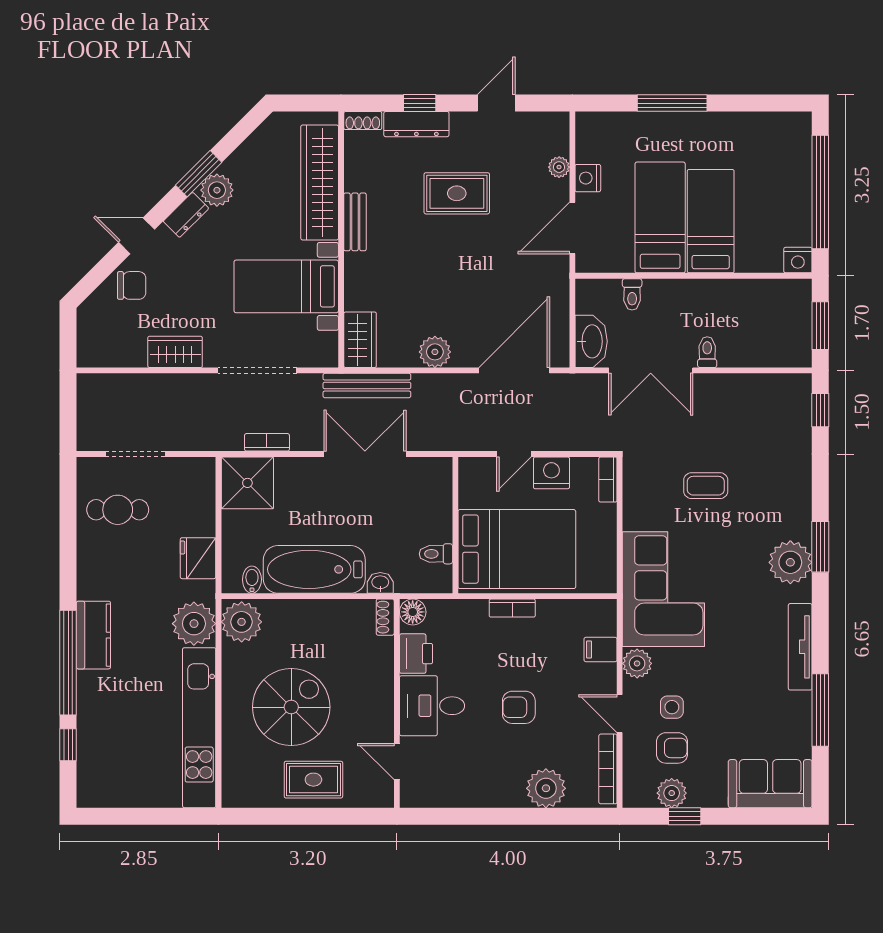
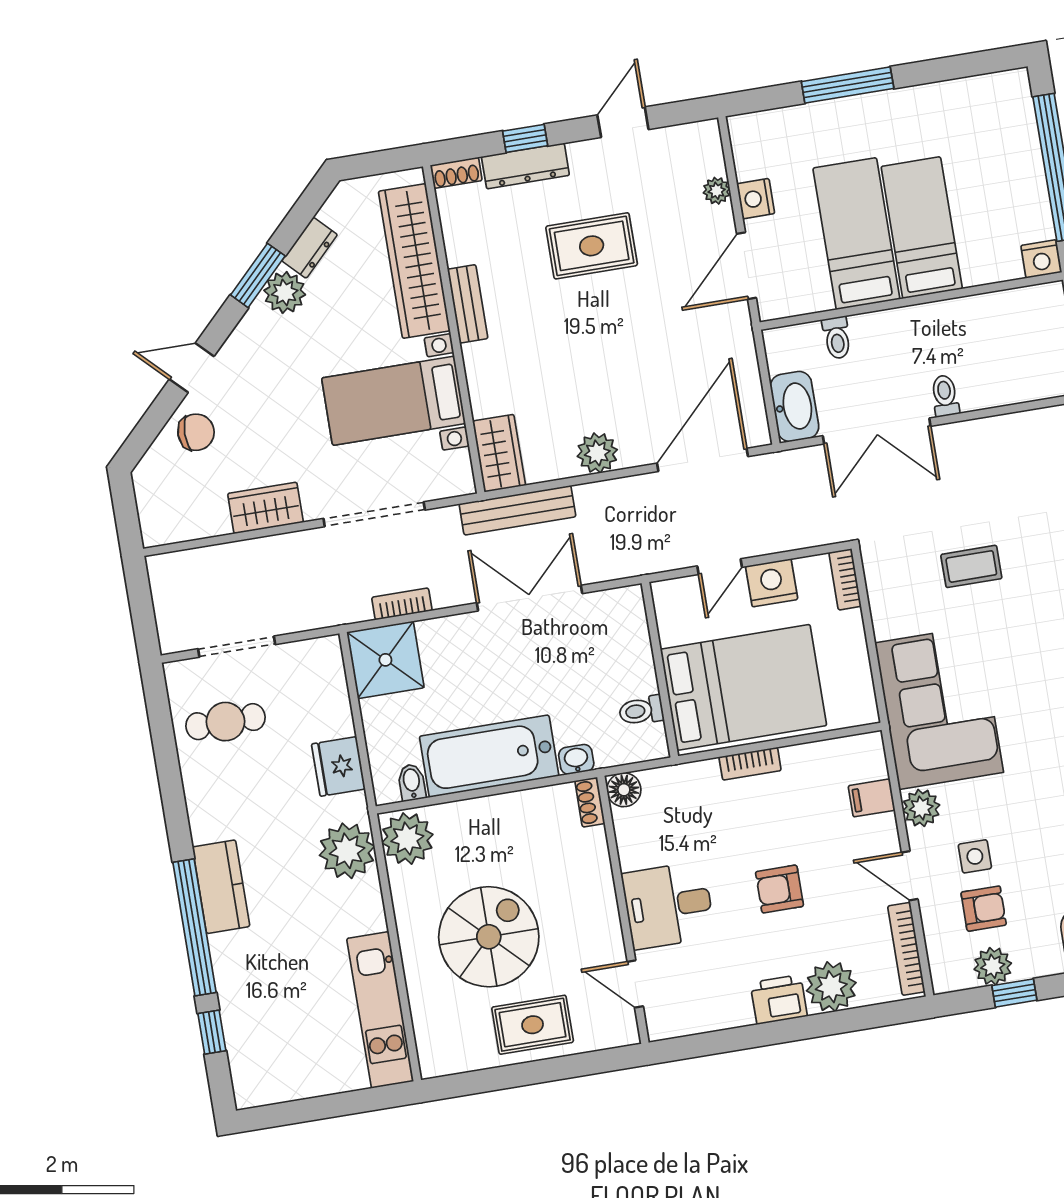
dresser: (186, 215) -> (310, 248), moved
printer: (416, 654) -> (779, 999), moved, turned -90
kitchen unit: (199, 728) -> (380, 1010), width x0.73

